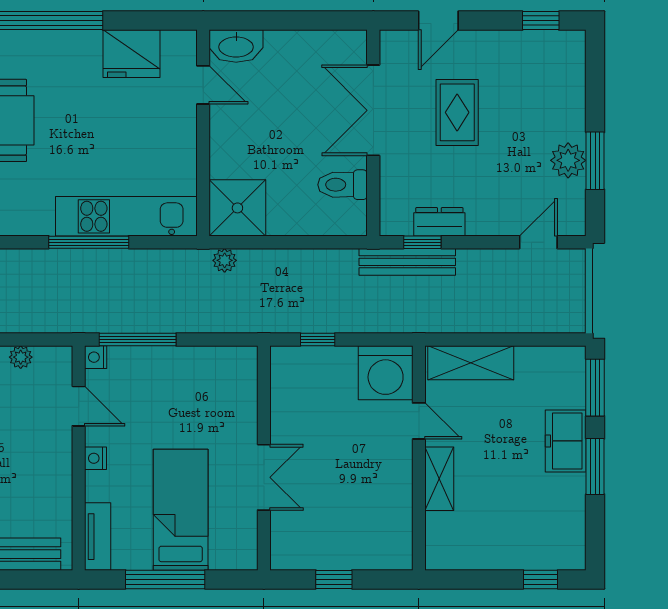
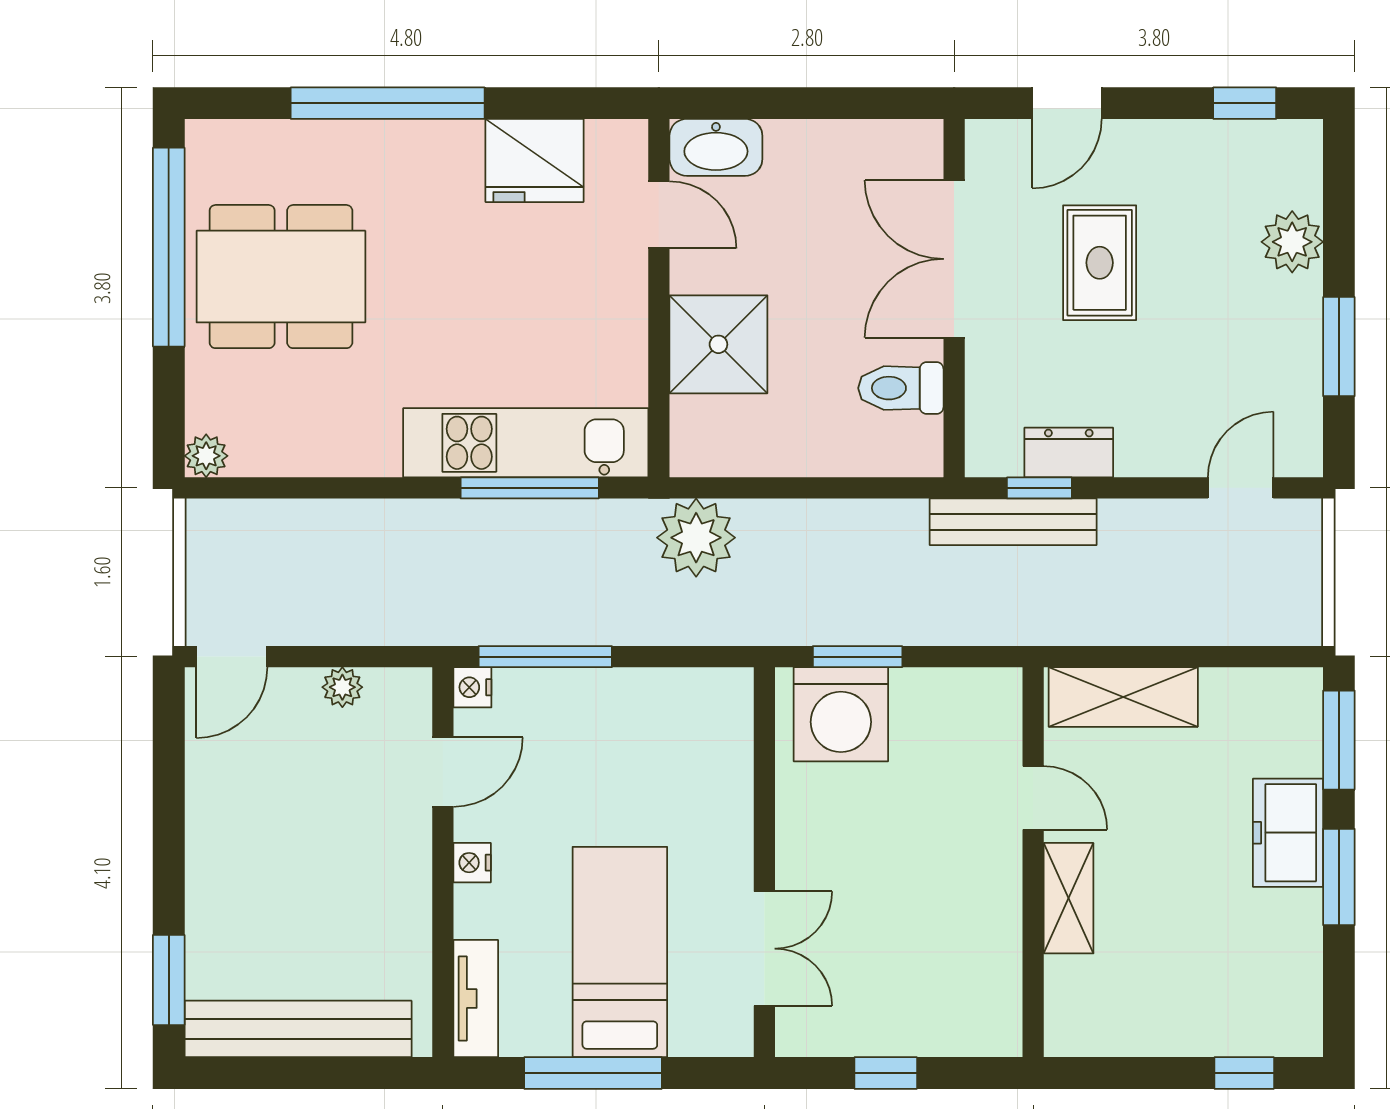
plant: (568, 160) -> (1292, 242), moved
shower: (237, 208) -> (718, 344), moved
window: (89, 242) -> (530, 488), moved
plant: (225, 260) -> (696, 538), width x1.88, depth x1.88
window: (318, 339) -> (858, 657), width x1.50
washing machine: (386, 373) -> (841, 714), moved
door: (79, 406) -> (443, 772), hinge flipped
double door: (264, 477) -> (764, 949), moved

